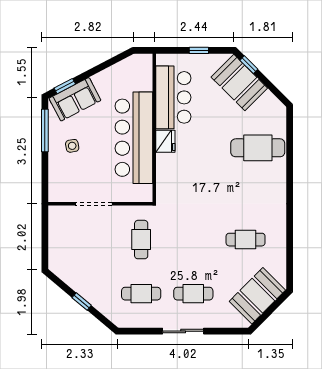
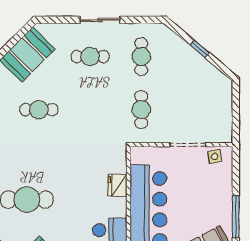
fridge: (165, 141) -> (117, 185), moved
side table: (72, 146) -> (215, 156), moved
cafe table: (141, 294) -> (141, 57), turned 90

